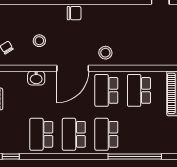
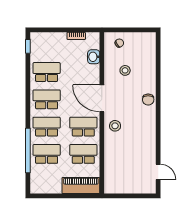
washbasin: (36, 78) -> (94, 57), moved
school desk: (139, 134) -> (47, 154), added

